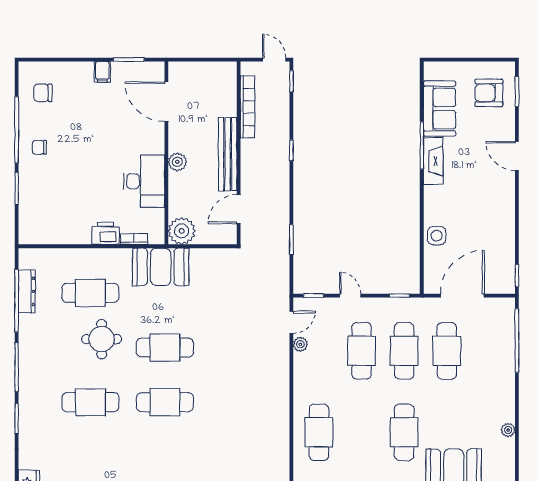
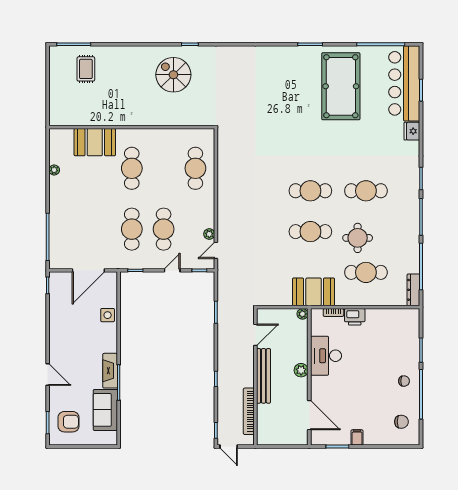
plant: (182, 231) -> (303, 314), width x0.53, depth x0.53
dresser: (27, 291) -> (413, 290), moved
door: (350, 296) -> (172, 270), swing flipped
cafe table: (447, 351) -> (100, 229), removed

